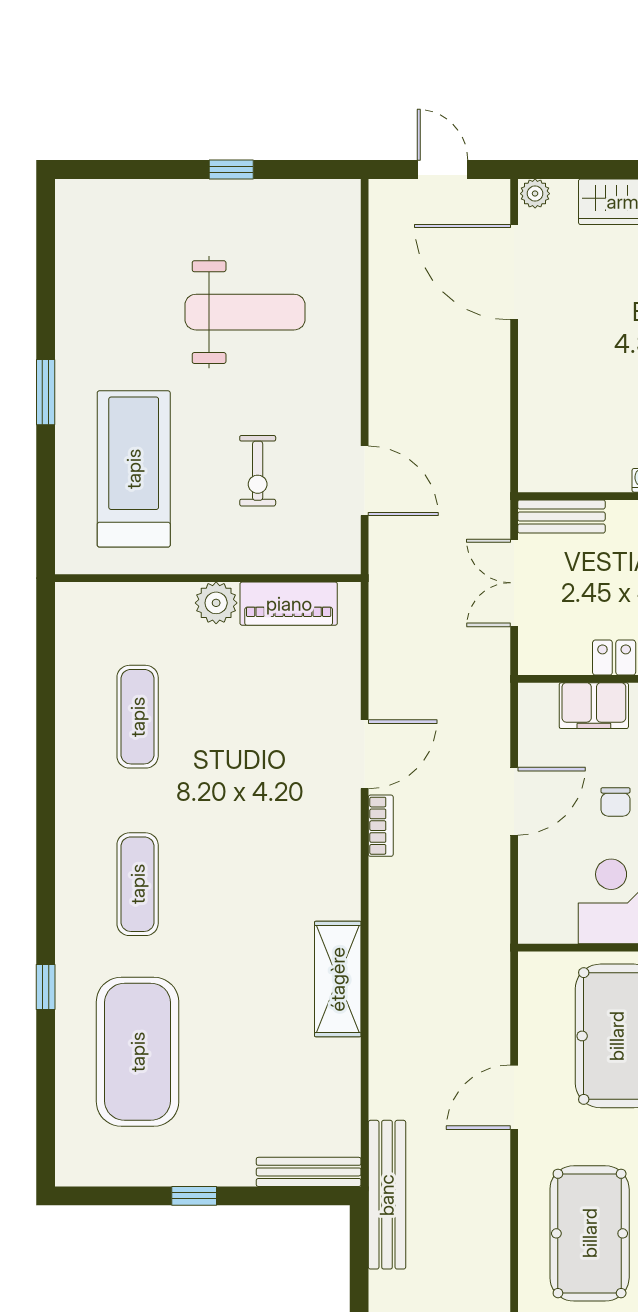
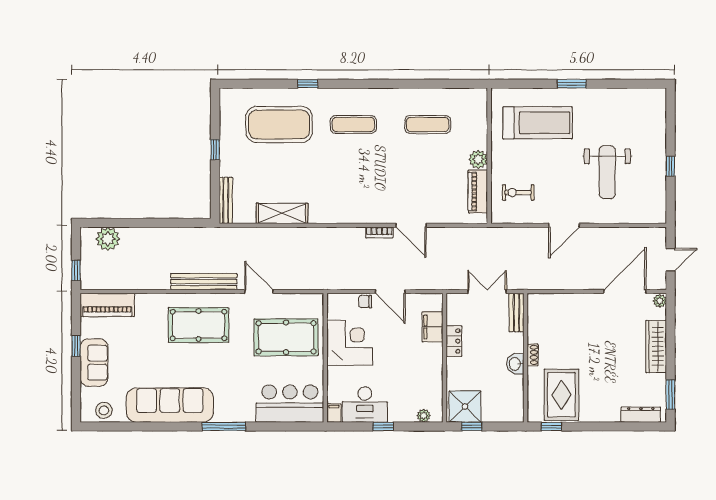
exercise bike: (258, 471) -> (518, 193), moved
door: (365, 481) -> (564, 225), moved
chair: (616, 802) -> (365, 302), moved
shelving: (338, 979) -> (282, 213), moved
bench: (387, 1195) -> (204, 282), moved

